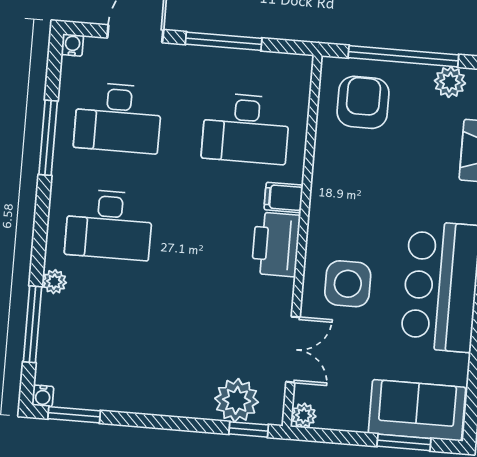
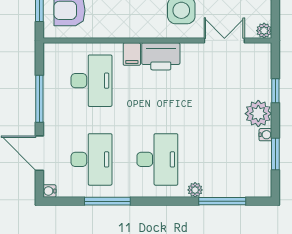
water cooler: (43, 396) -> (265, 135), moved
plant: (237, 400) -> (258, 114), moved
window: (74, 415) -> (275, 154), moved
window: (249, 429) -> (275, 91), moved

